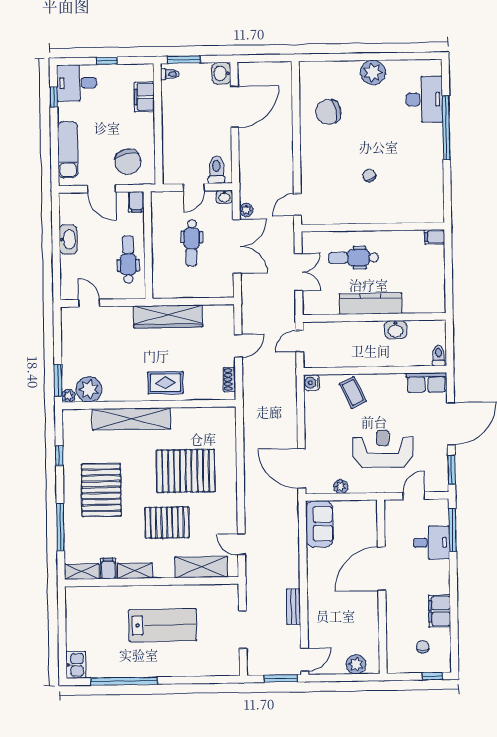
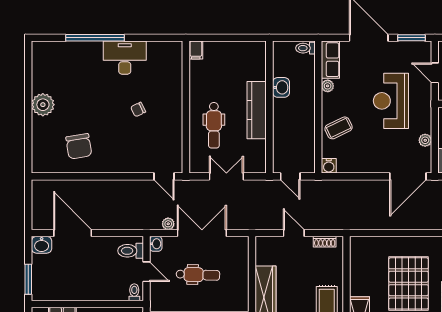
toilet: (170, 74) -> (134, 292), moved
desk: (424, 99) -> (125, 58), moved
plant: (398, 380) -> (328, 86), added

